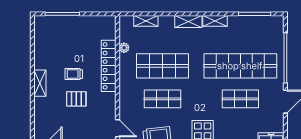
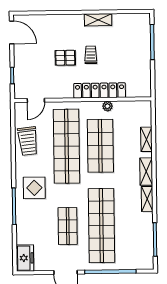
shelving: (146, 21) -> (146, 139), moved
plant: (124, 48) -> (107, 106), moved
shelving: (40, 83) -> (98, 20), moved
pallet: (76, 99) -> (65, 58), turned 90
shop shelf: (163, 99) -> (67, 146), width x2.00, depth x1.36

